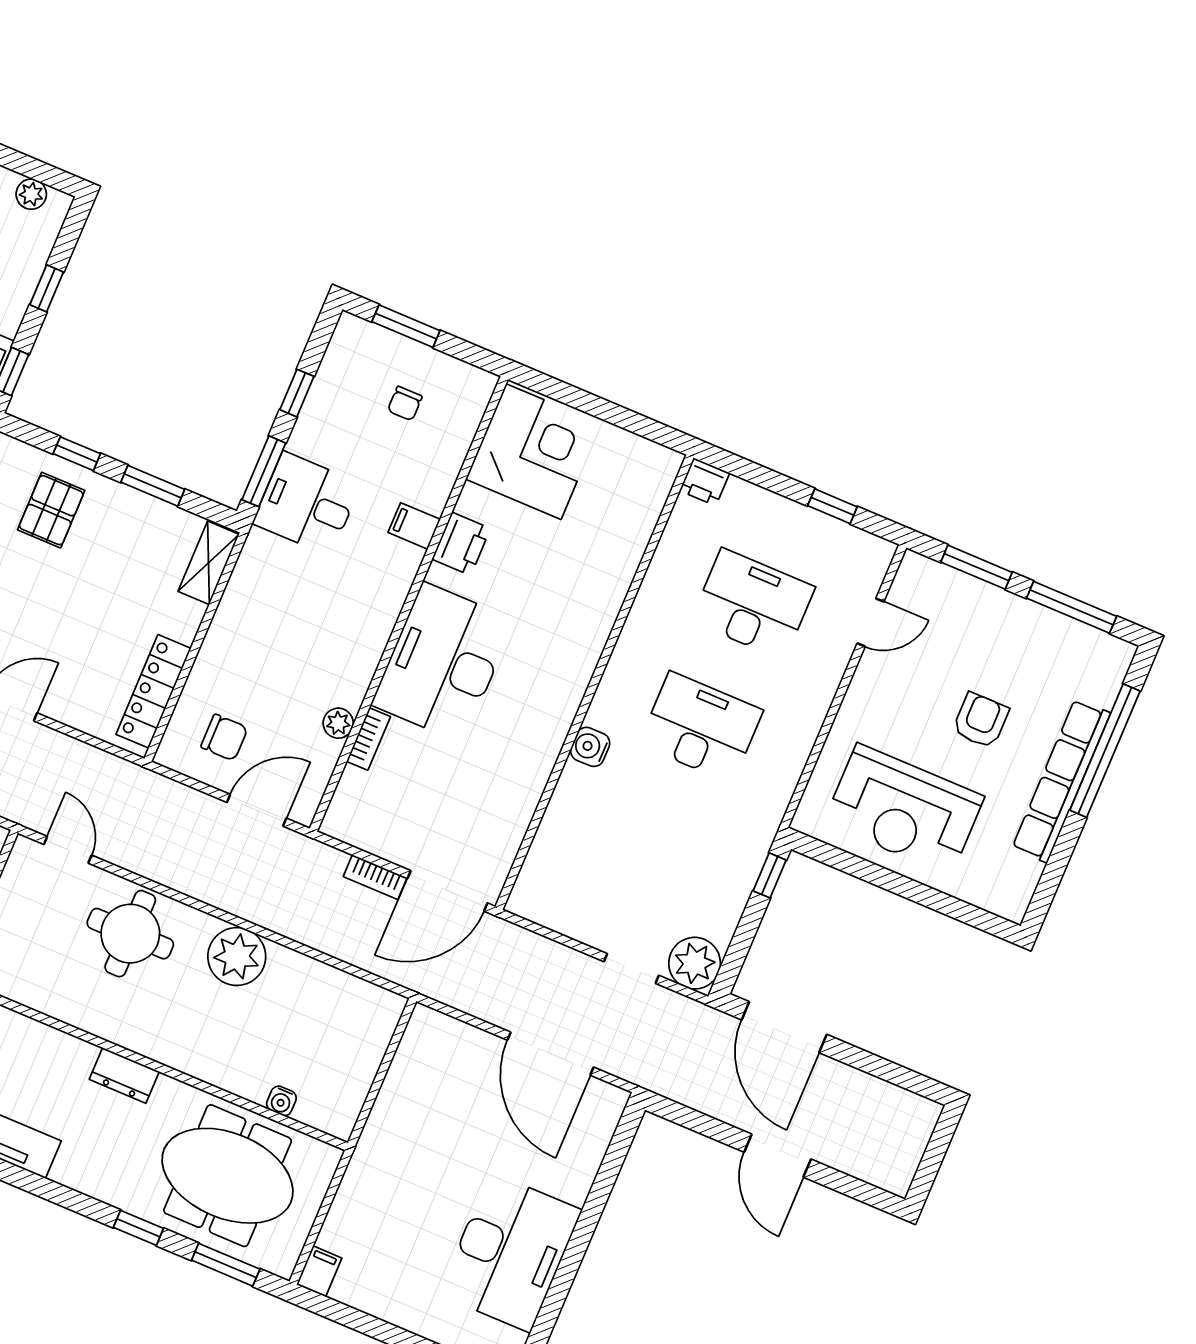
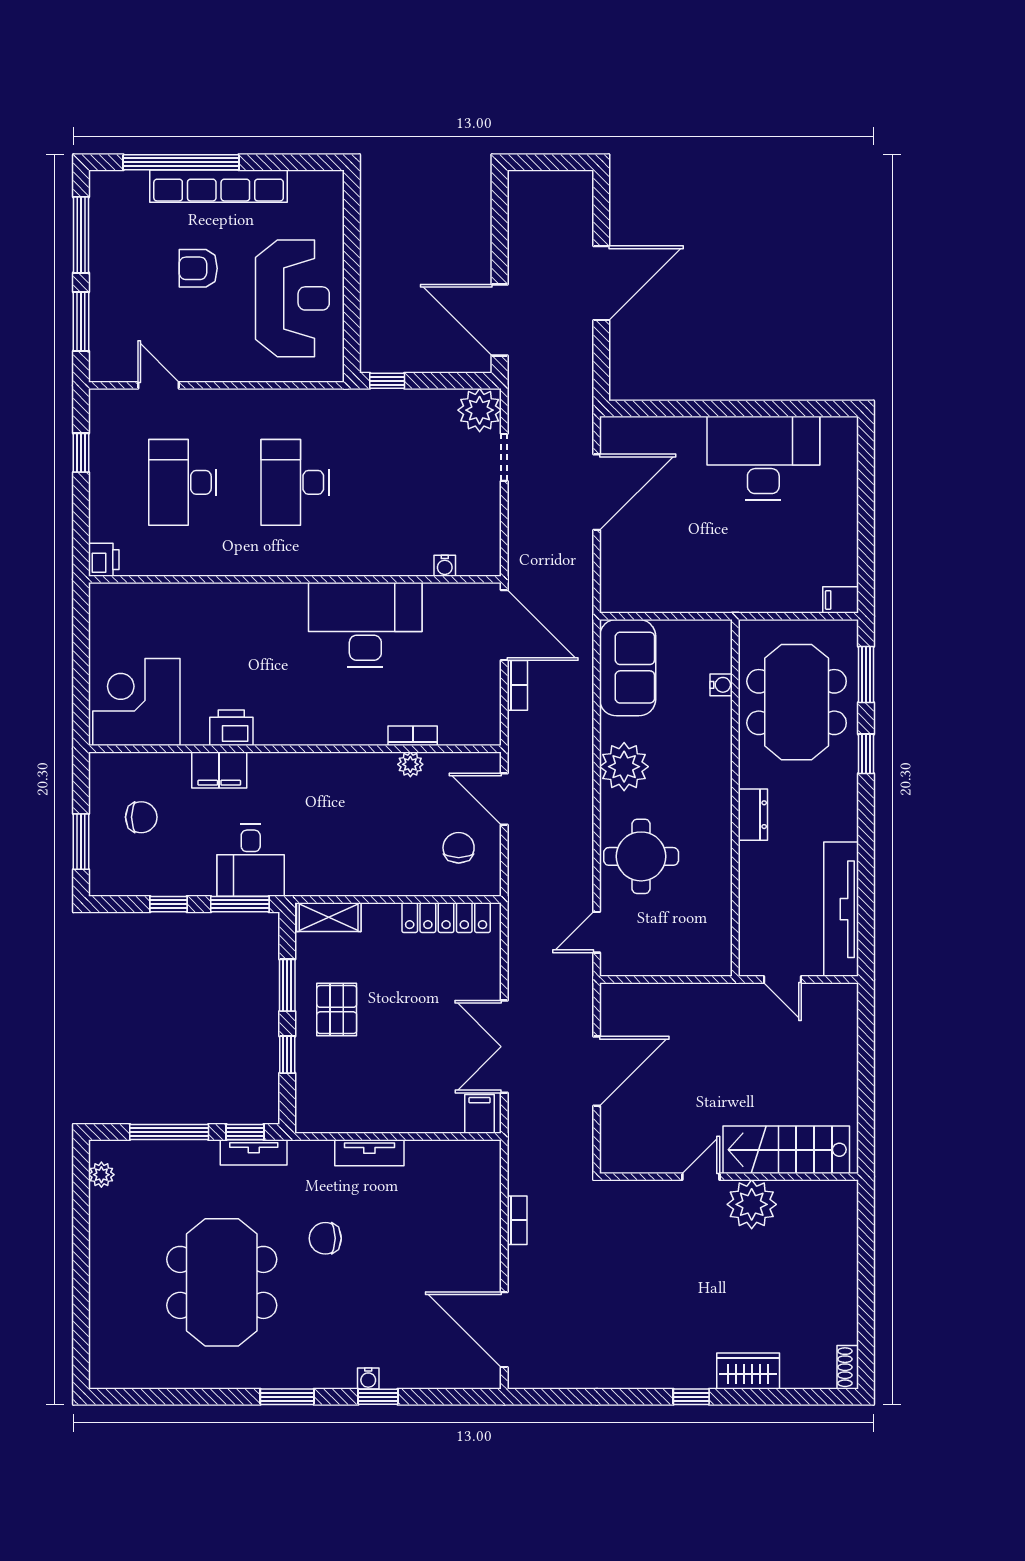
window: (47, 288) -> (169, 1132), width x2.17
chair: (405, 403) -> (141, 817), width x1.37, depth x1.37
pallet: (51, 510) -> (337, 1010), moved, turned 90
filing cabinet: (414, 526) -> (219, 770), width x2.00
desk: (443, 662) -> (365, 625), moved, turned 180
water cooler: (590, 747) -> (445, 566), moved, width x0.72, depth x0.72
sofa: (344, 1006) -> (628, 668), added
door: (784, 1027) -> (500, 320), swing flipped
door: (778, 1156) -> (601, 283), width x1.36

